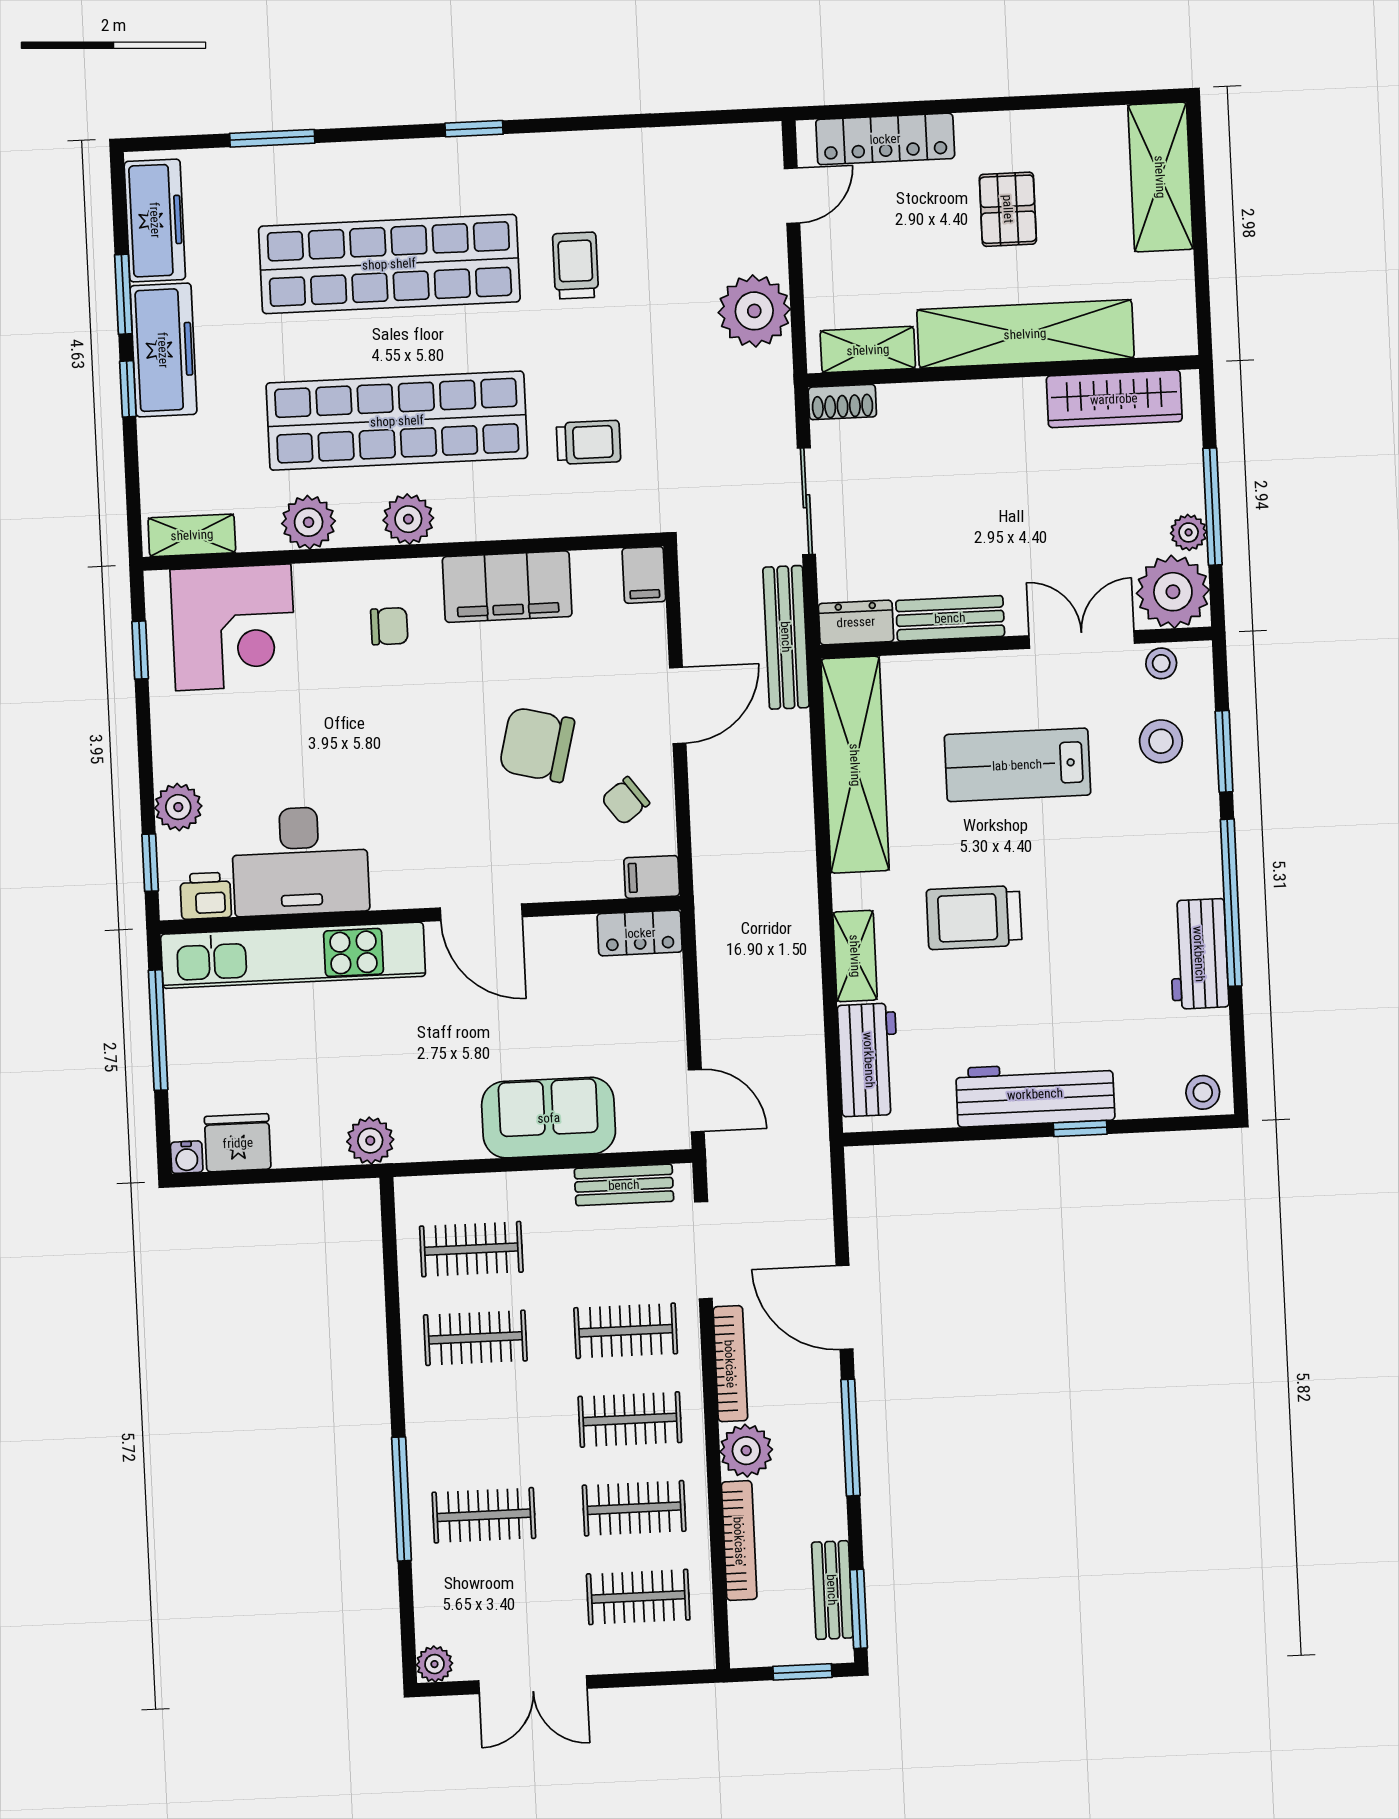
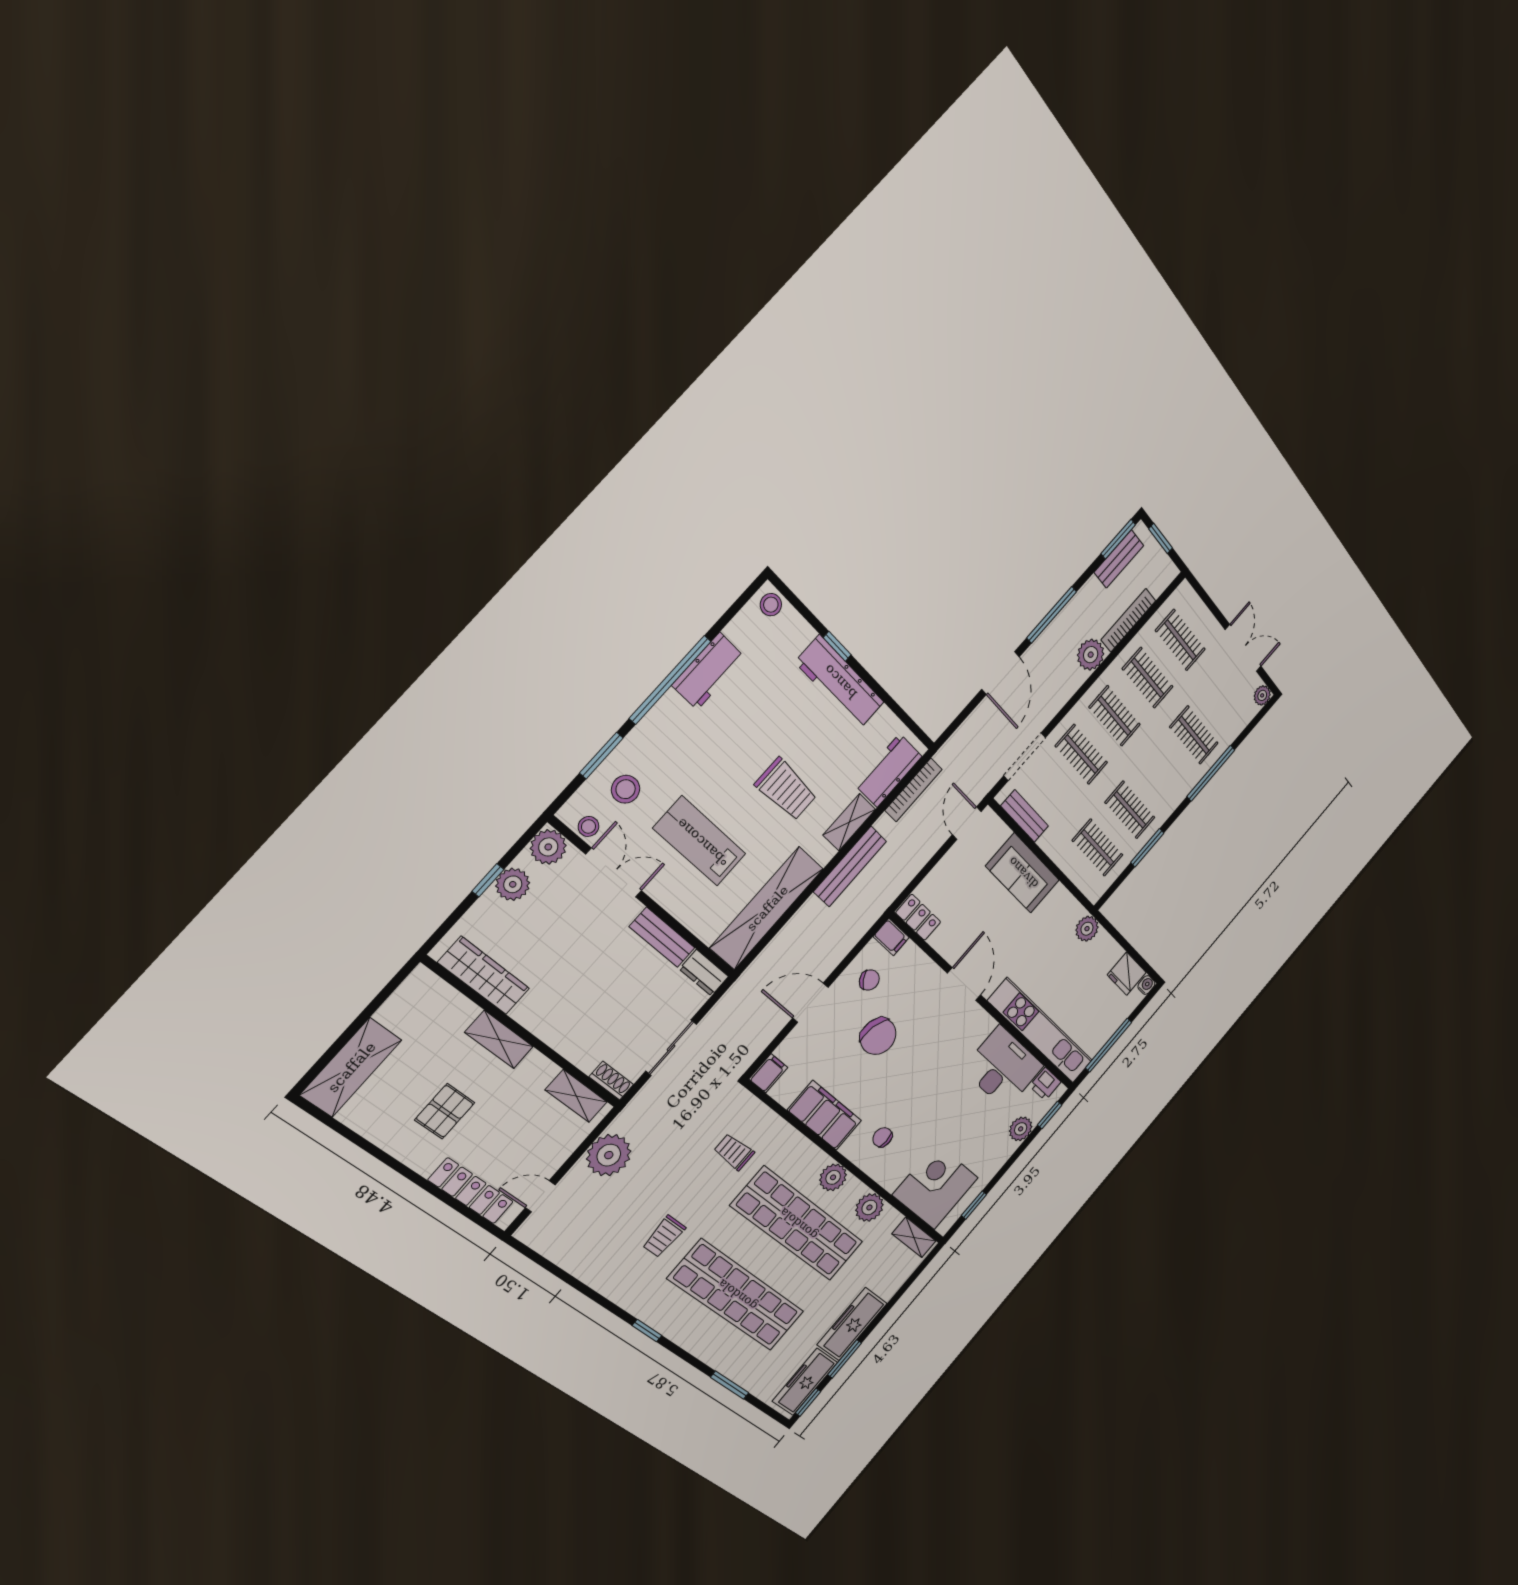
shelving: (1025, 334) -> (499, 1040), width x0.45, depth x0.75
window: (128, 389) -> (808, 1402), moved
window: (1212, 507) -> (488, 880), width x0.46
plant: (1189, 532) -> (513, 884), width x1.38, depth x1.38
plant: (1173, 592) -> (548, 847), width x0.73, depth x0.73
bench: (786, 637) -> (850, 866), moved
double door: (1082, 640) -> (614, 873), swing flipped
lab bench: (1017, 765) -> (700, 841), turned 180
window: (393, 1320) -> (1147, 848), added
bookcase: (730, 1364) -> (914, 790), moved, turned 180

